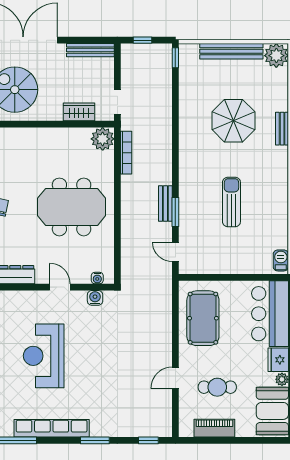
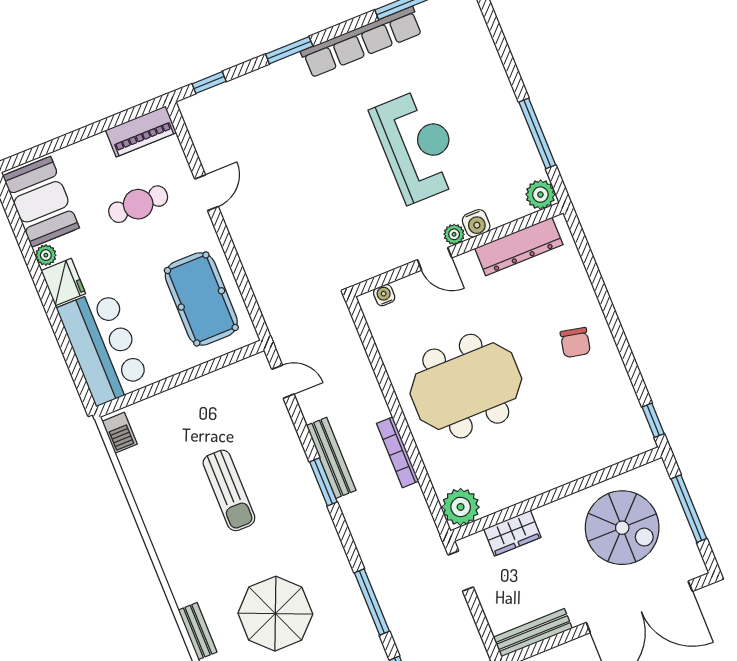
window: (175, 105) -> (372, 602), added
bookcase: (126, 153) -> (398, 452), moved
bench: (165, 203) -> (331, 458), width x1.36
window: (175, 212) -> (323, 482), moved
plant: (43, 297) -> (454, 234), added
water cooler: (95, 298) -> (476, 223), moved
piano: (214, 428) -> (141, 131), moved

